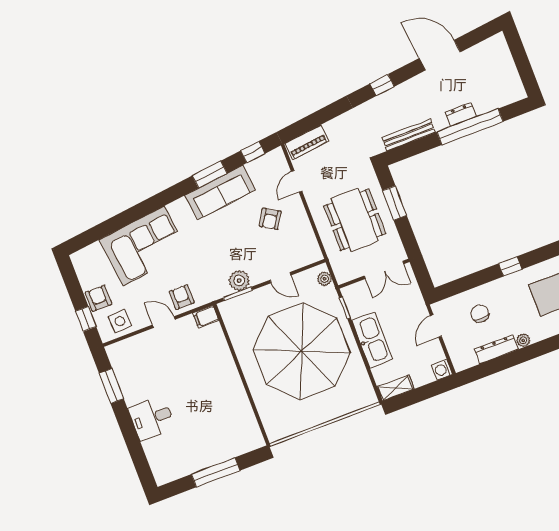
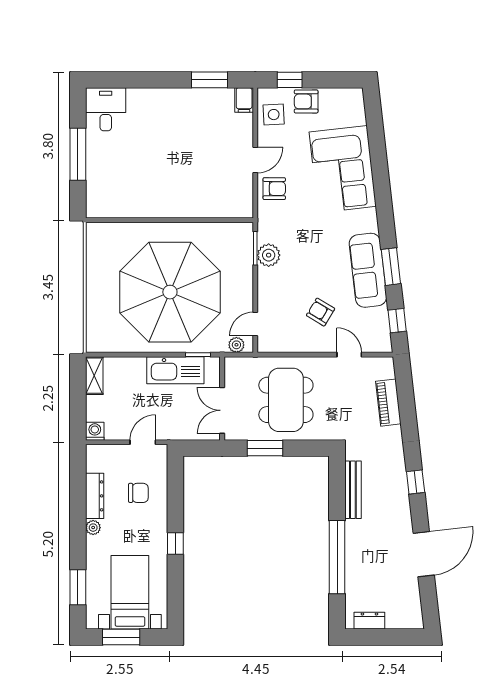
dresser: (461, 115) -> (369, 621), moved, turned -90
piano: (307, 142) -> (388, 403), moved
window: (395, 203) -> (265, 448), moved
dining table: (355, 220) -> (286, 400), turned 90
door: (280, 278) -> (255, 324), moved
armchair: (99, 298) -> (306, 101), turned 180
filing cabinet: (206, 317) -> (244, 100), moved, turned 180
door: (436, 326) -> (143, 442), hinge flipped
kitchen sink: (372, 340) -> (175, 370), moved
desk: (152, 418) -> (106, 109), moved

